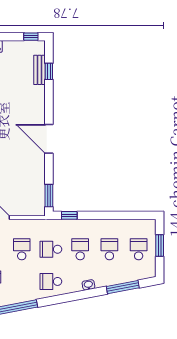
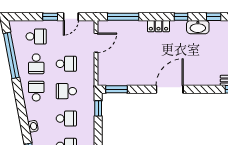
school desk: (51, 249) -> (66, 91), turned -90
school desk: (22, 281) -> (36, 64), added

